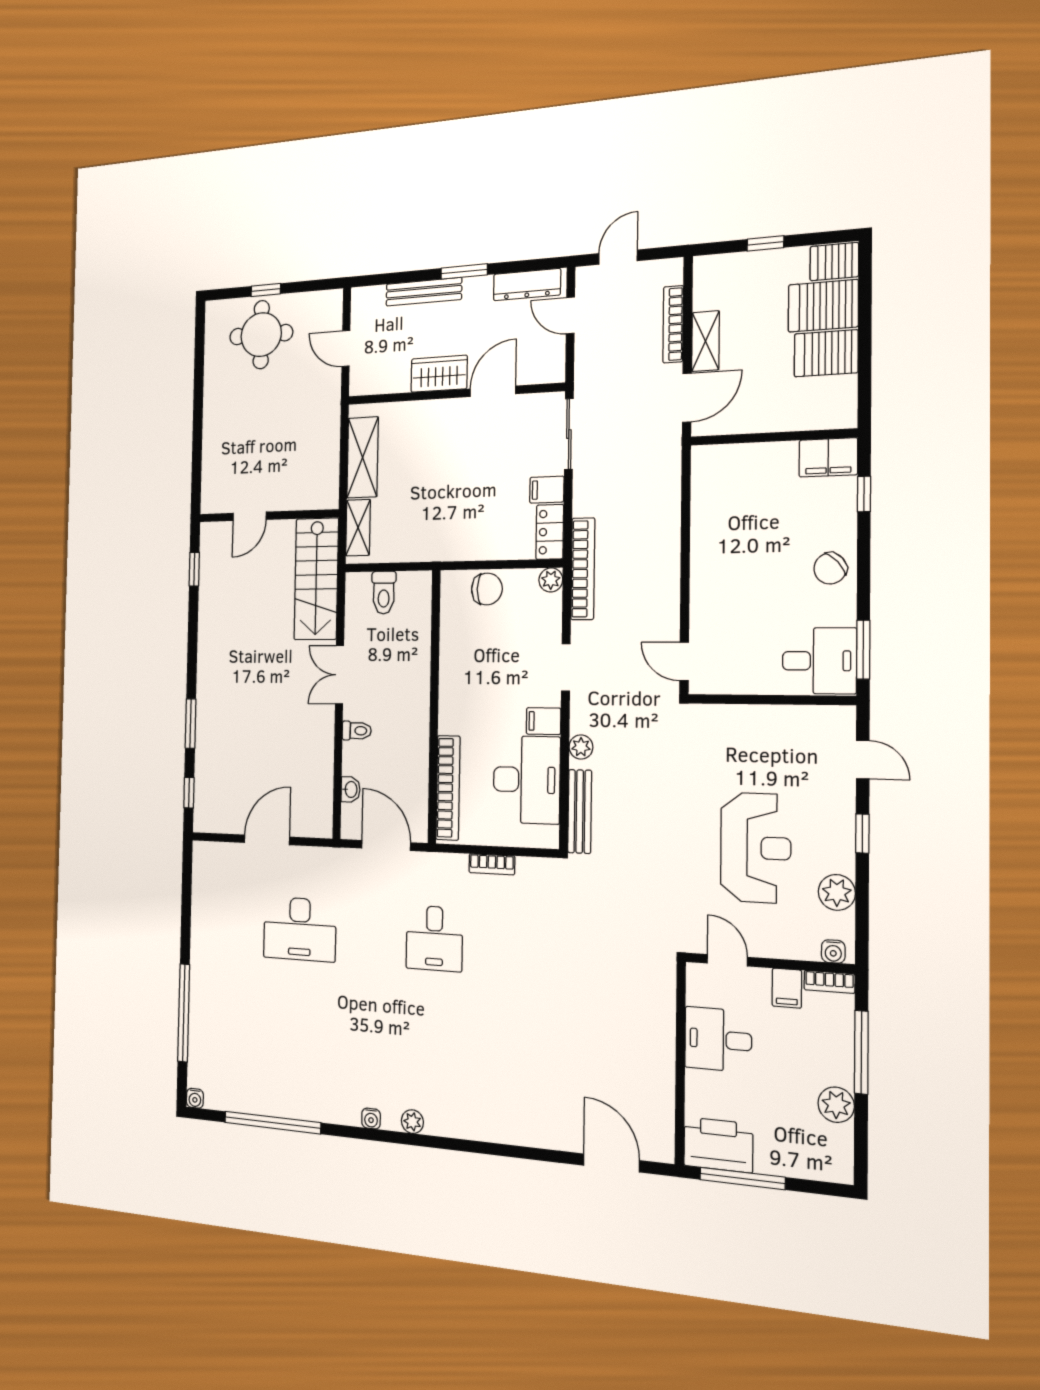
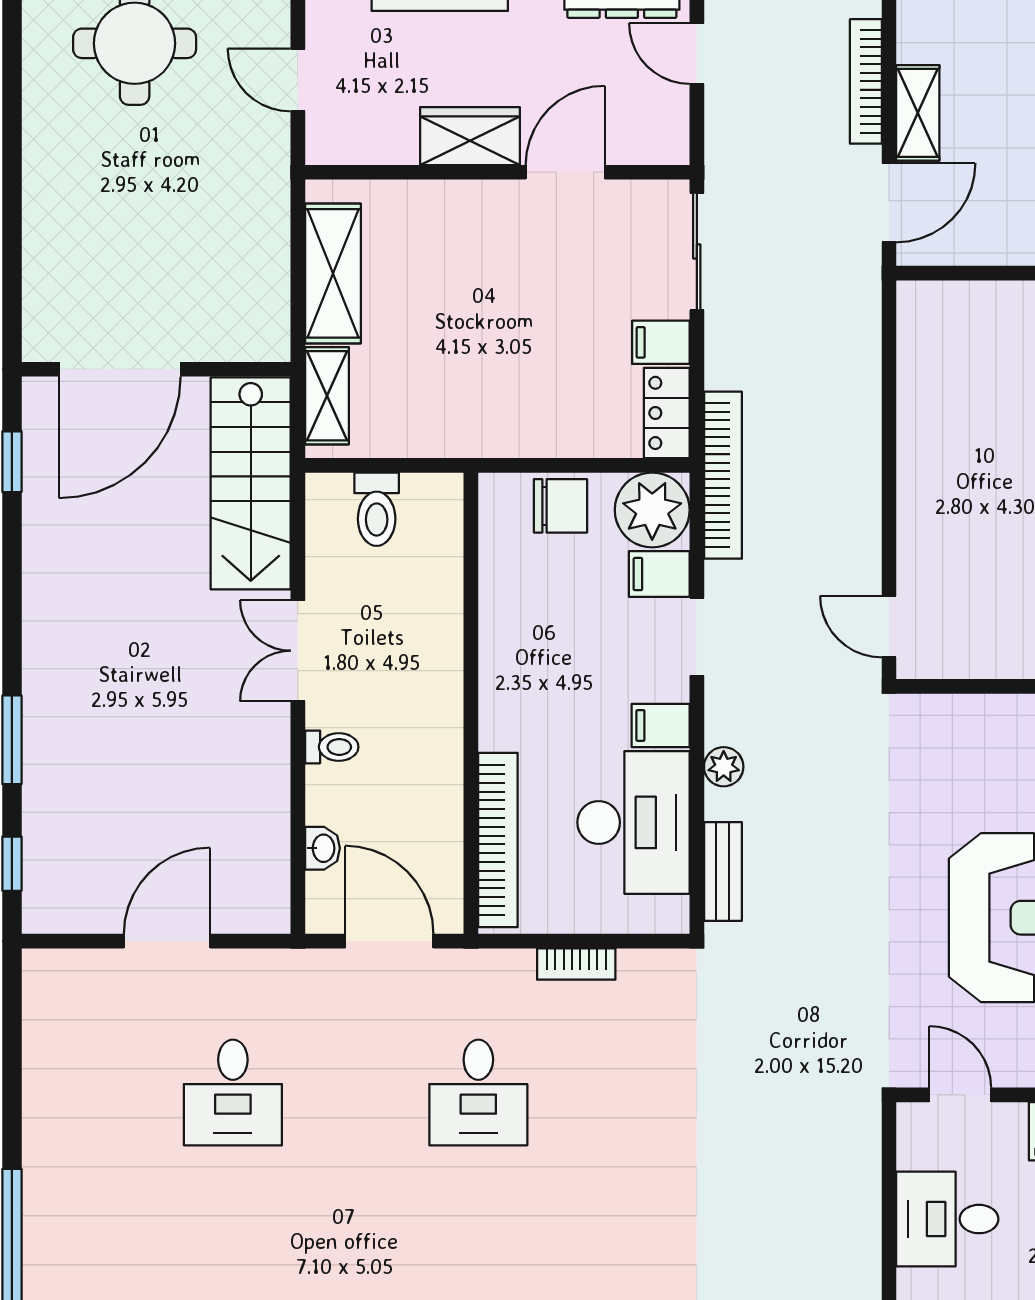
door: (250, 516) -> (120, 369), width x1.88
plant: (551, 580) -> (652, 510), width x1.88, depth x1.88
filing cabinet: (544, 629) -> (659, 574), added
bench: (580, 811) -> (723, 871), width x0.73
desk: (300, 929) -> (233, 1093), width x0.73

